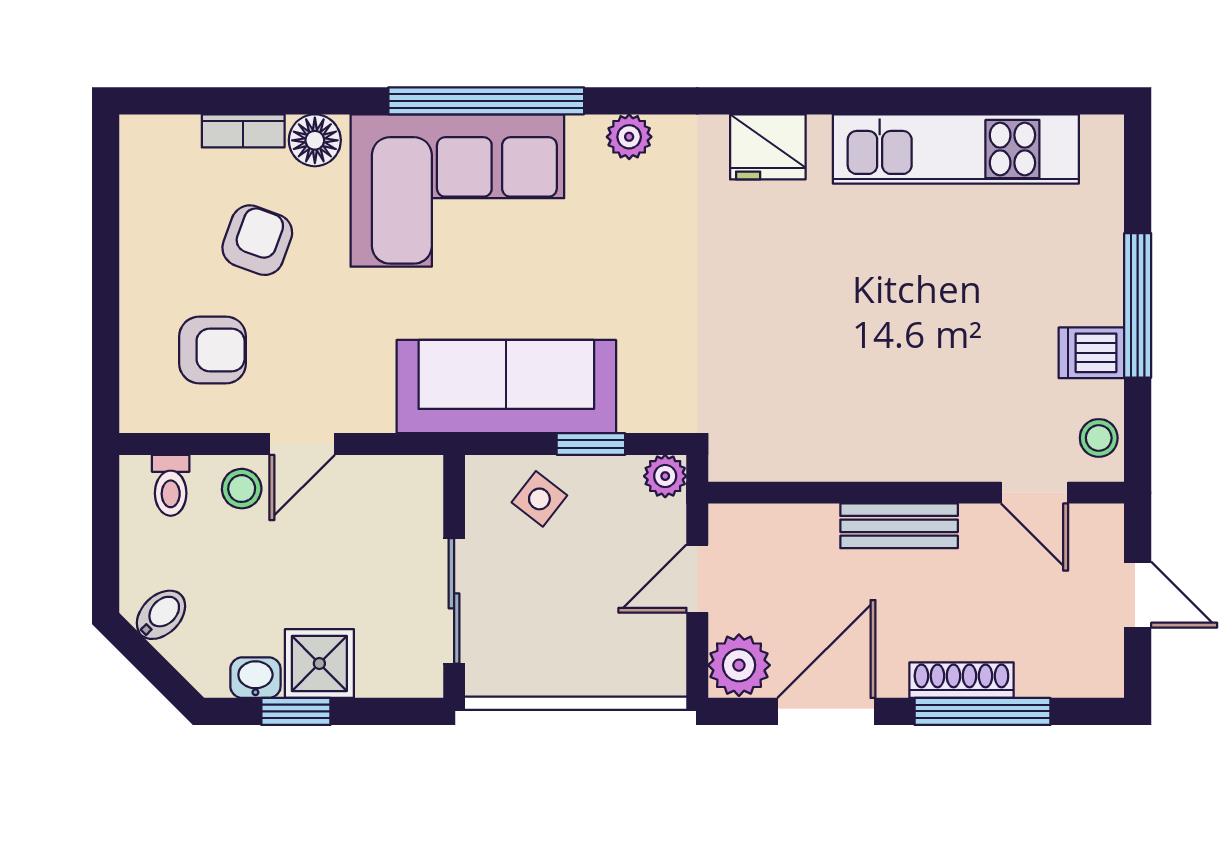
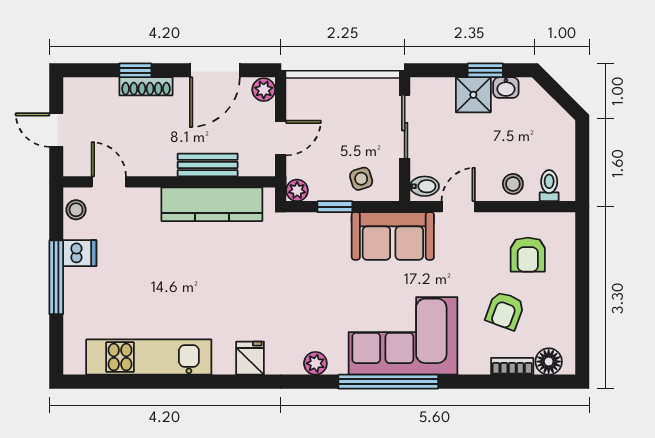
floor lamp: (315, 140) -> (549, 362), moved
fridge: (768, 147) -> (250, 358), width x0.72
armchair: (213, 350) -> (528, 255), turned -90
sofa: (506, 387) -> (393, 236), width x0.73
door: (302, 444) -> (458, 207), moved
kitchen counter: (832, 449) -> (212, 204), added
side table: (539, 499) -> (361, 179), turned 35
bench: (899, 526) -> (208, 165), moved
bidet: (161, 615) -> (425, 186), moved, turned -135
plant: (739, 665) -> (264, 90), width x0.73, depth x0.73
window: (982, 711) -> (135, 70), width x0.46

